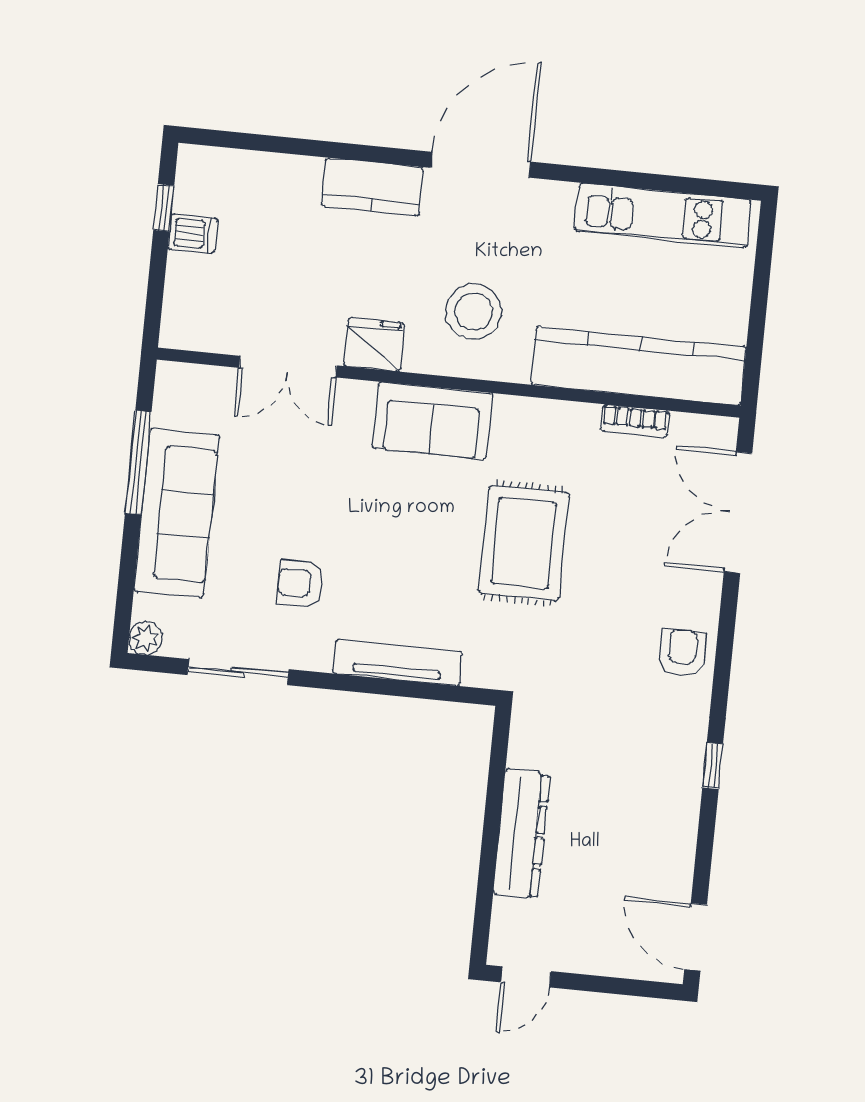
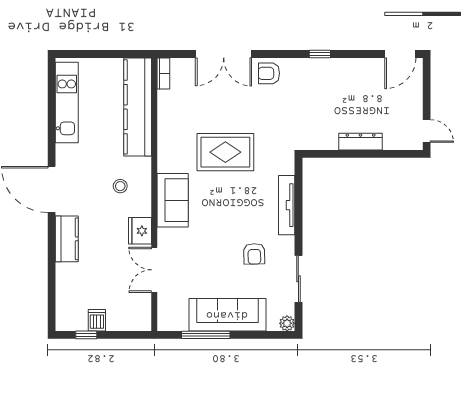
stool: (474, 312) -> (120, 186), width x0.53, depth x0.53
double door: (288, 367) -> (154, 270), swing flipped
bookcase: (635, 421) -> (163, 73), moved
double door: (738, 512) -> (224, 54), moved
dresser: (522, 834) -> (360, 142), width x0.73, depth x0.80

